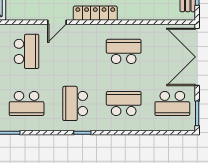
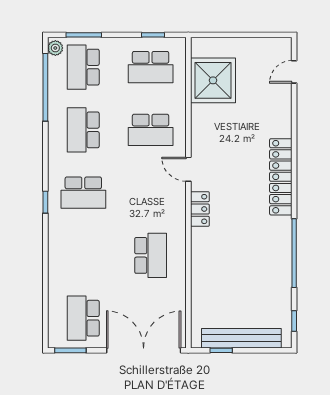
locker: (95, 13) -> (200, 209), width x0.66
school desk: (75, 103) -> (83, 193), turned 180
school desk: (124, 103) -> (83, 255), removed

